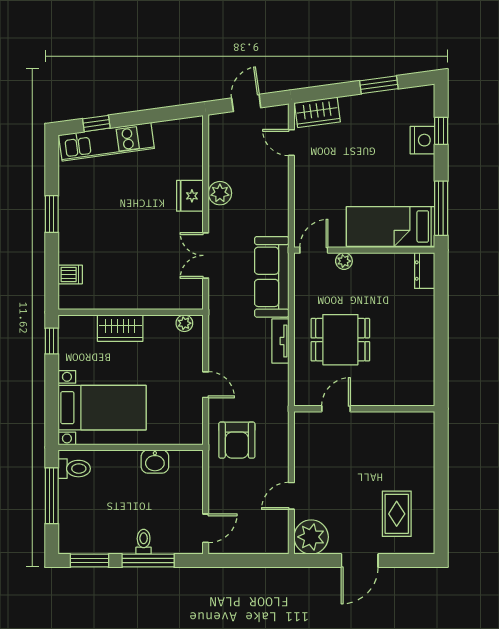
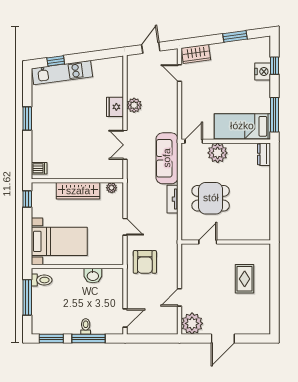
plant: (344, 261) -> (218, 153), width x1.88, depth x1.88
dishwasher: (70, 274) -> (39, 168), moved
wardrobe: (120, 328) -> (78, 191), width x1.50
rug: (397, 514) -> (245, 279), moved

